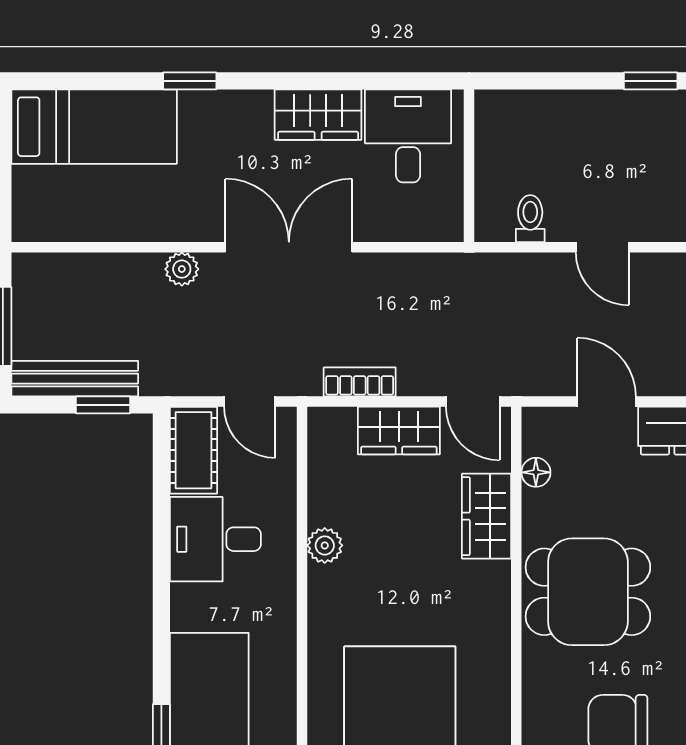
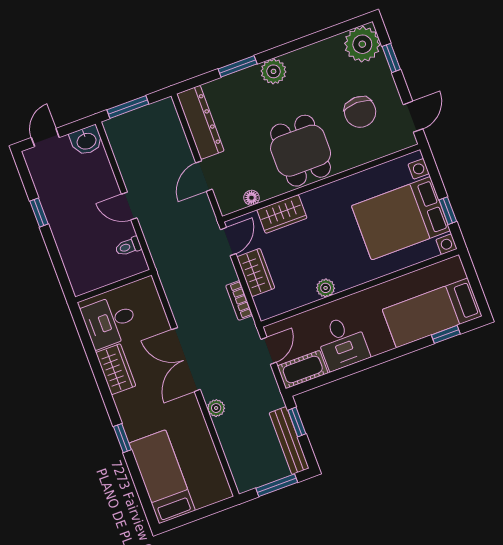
door: (602, 247) -> (129, 206), swing flipped

